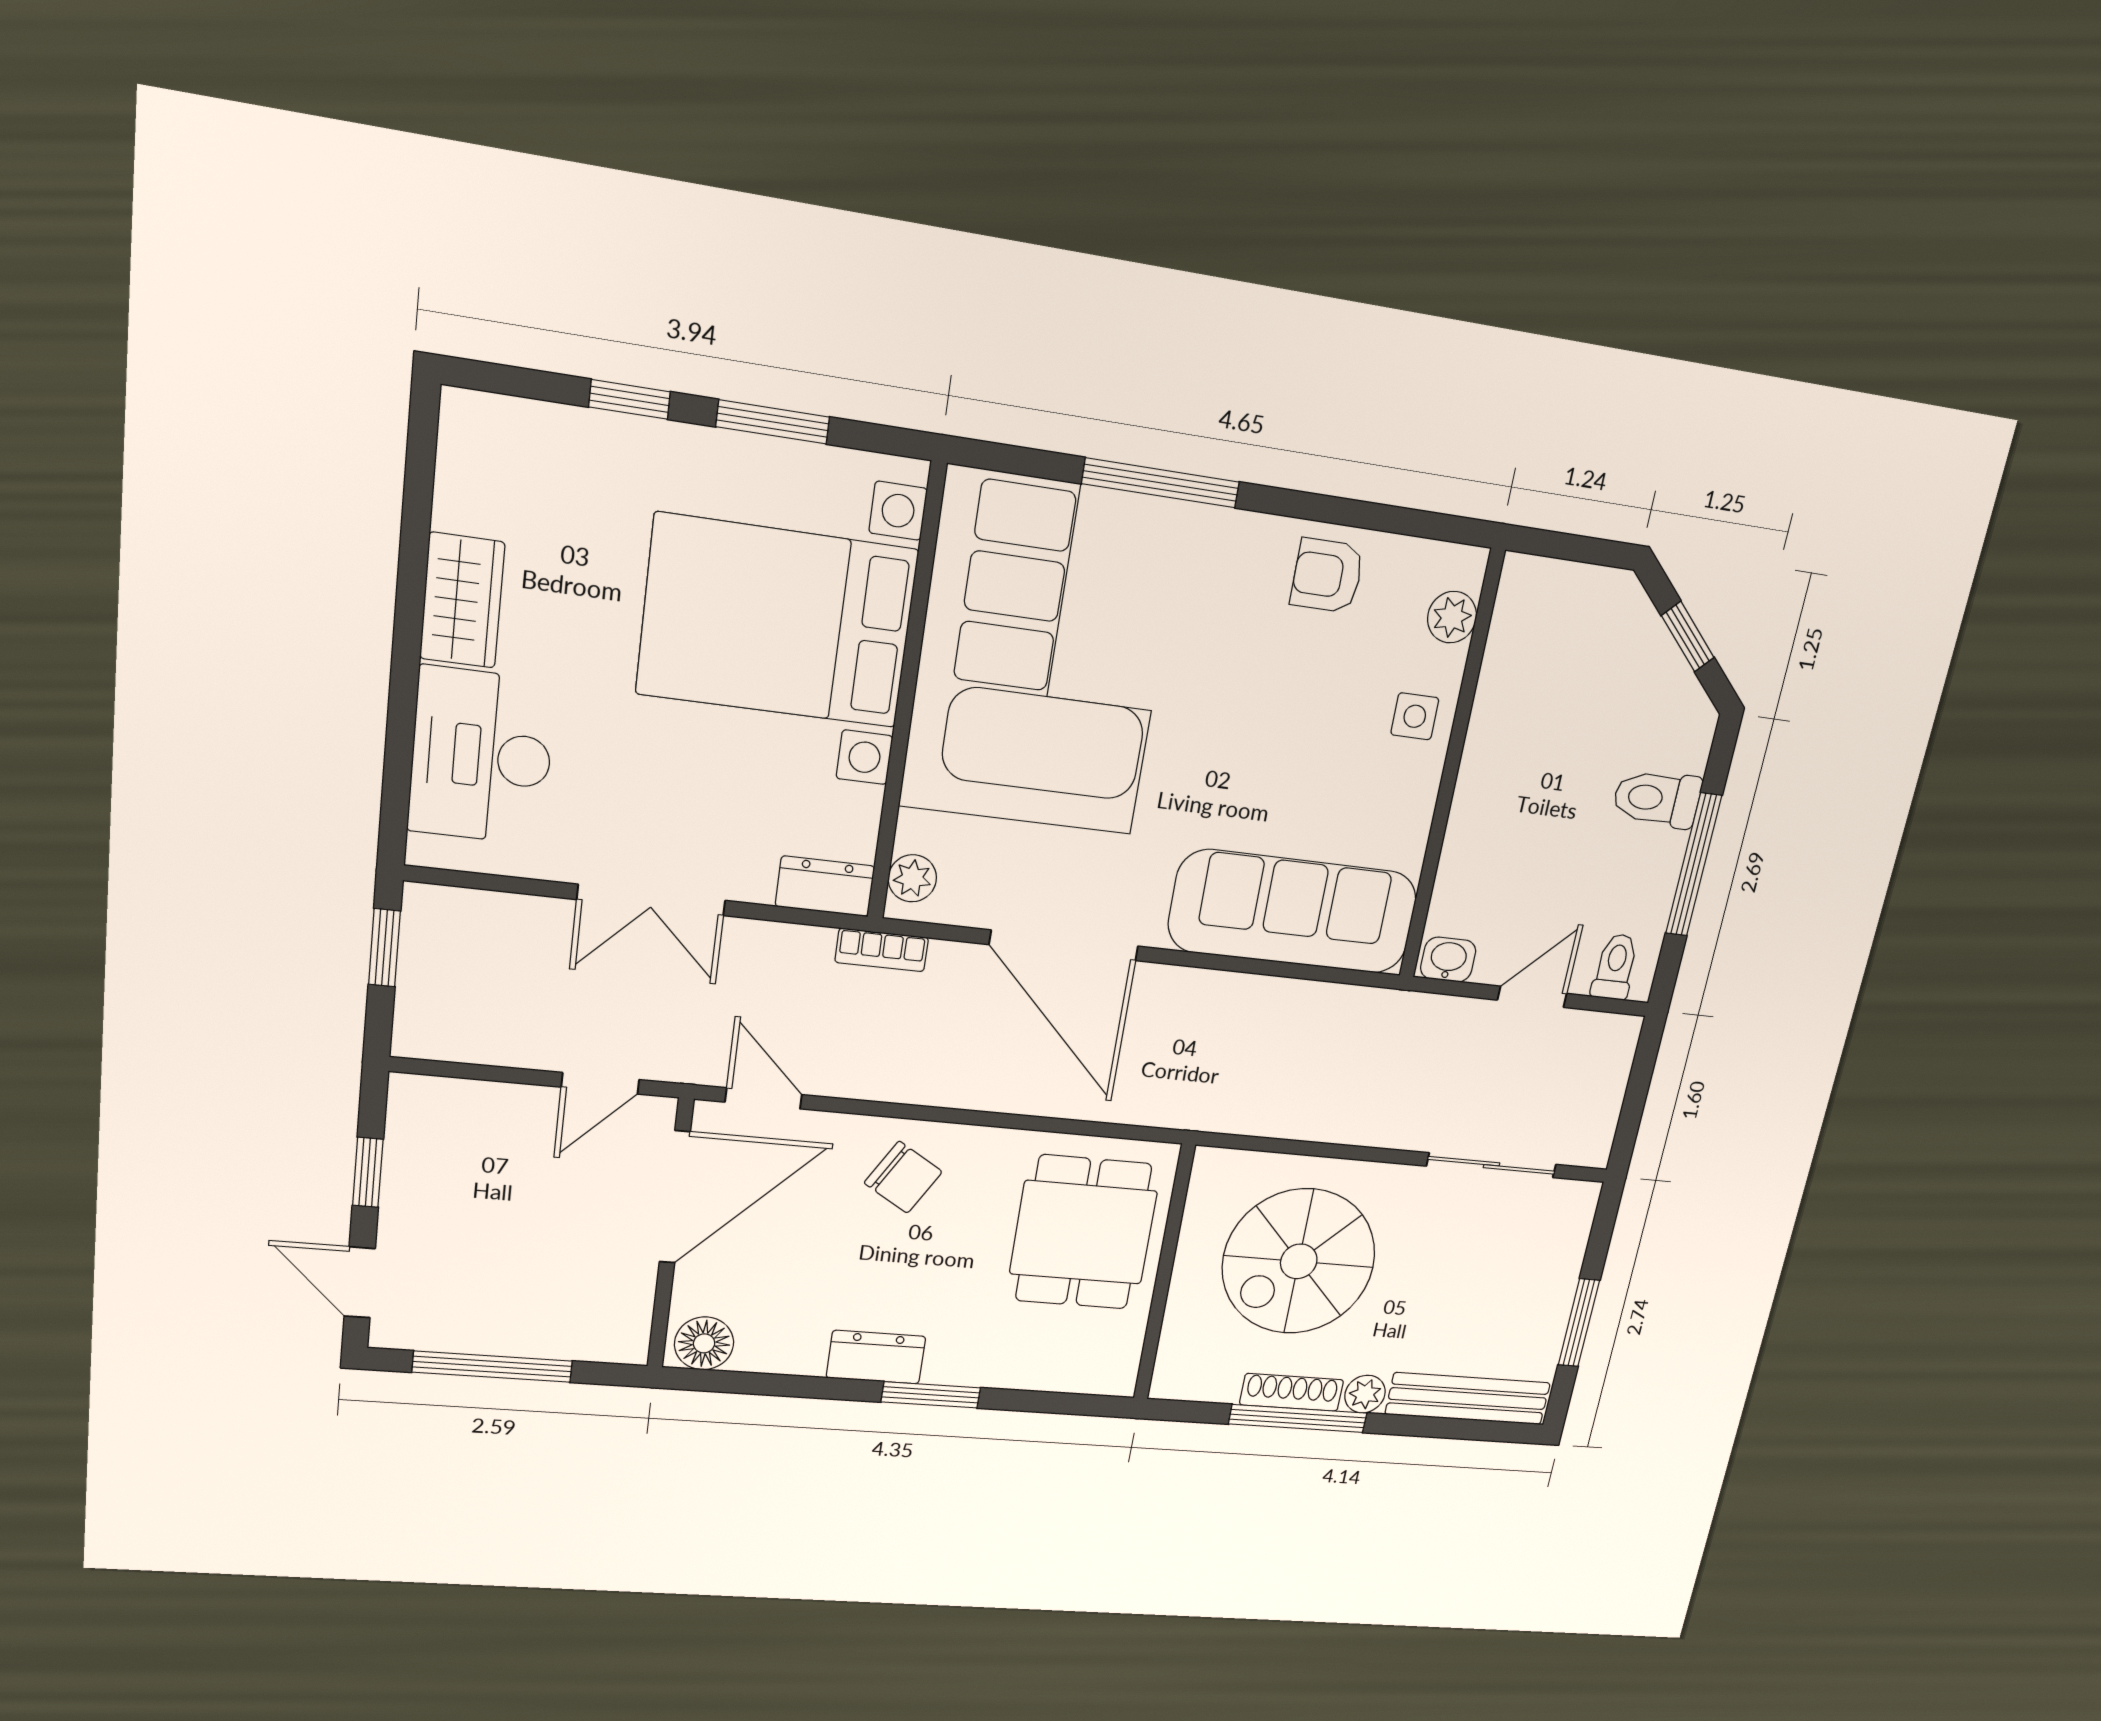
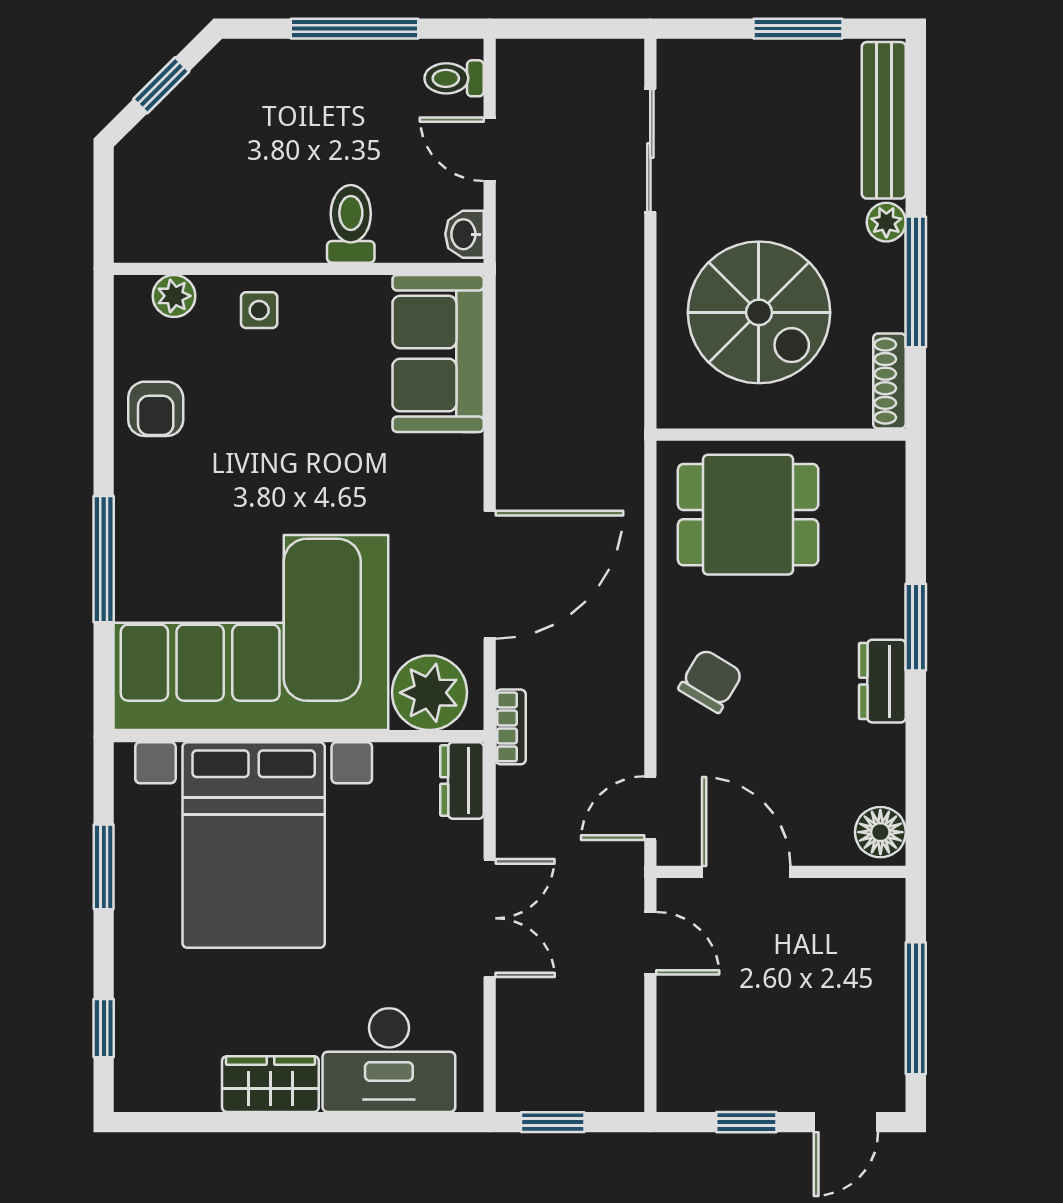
window: (630, 399) -> (104, 1028), moved
toilet: (1657, 799) -> (351, 224), moved, turned 180
plant: (912, 878) -> (429, 693), width x1.87, depth x1.87
sofa: (1293, 912) -> (438, 354), width x0.73
door: (675, 1197) -> (746, 872), width x0.73
shoe rack: (1292, 1392) -> (889, 381), moved

